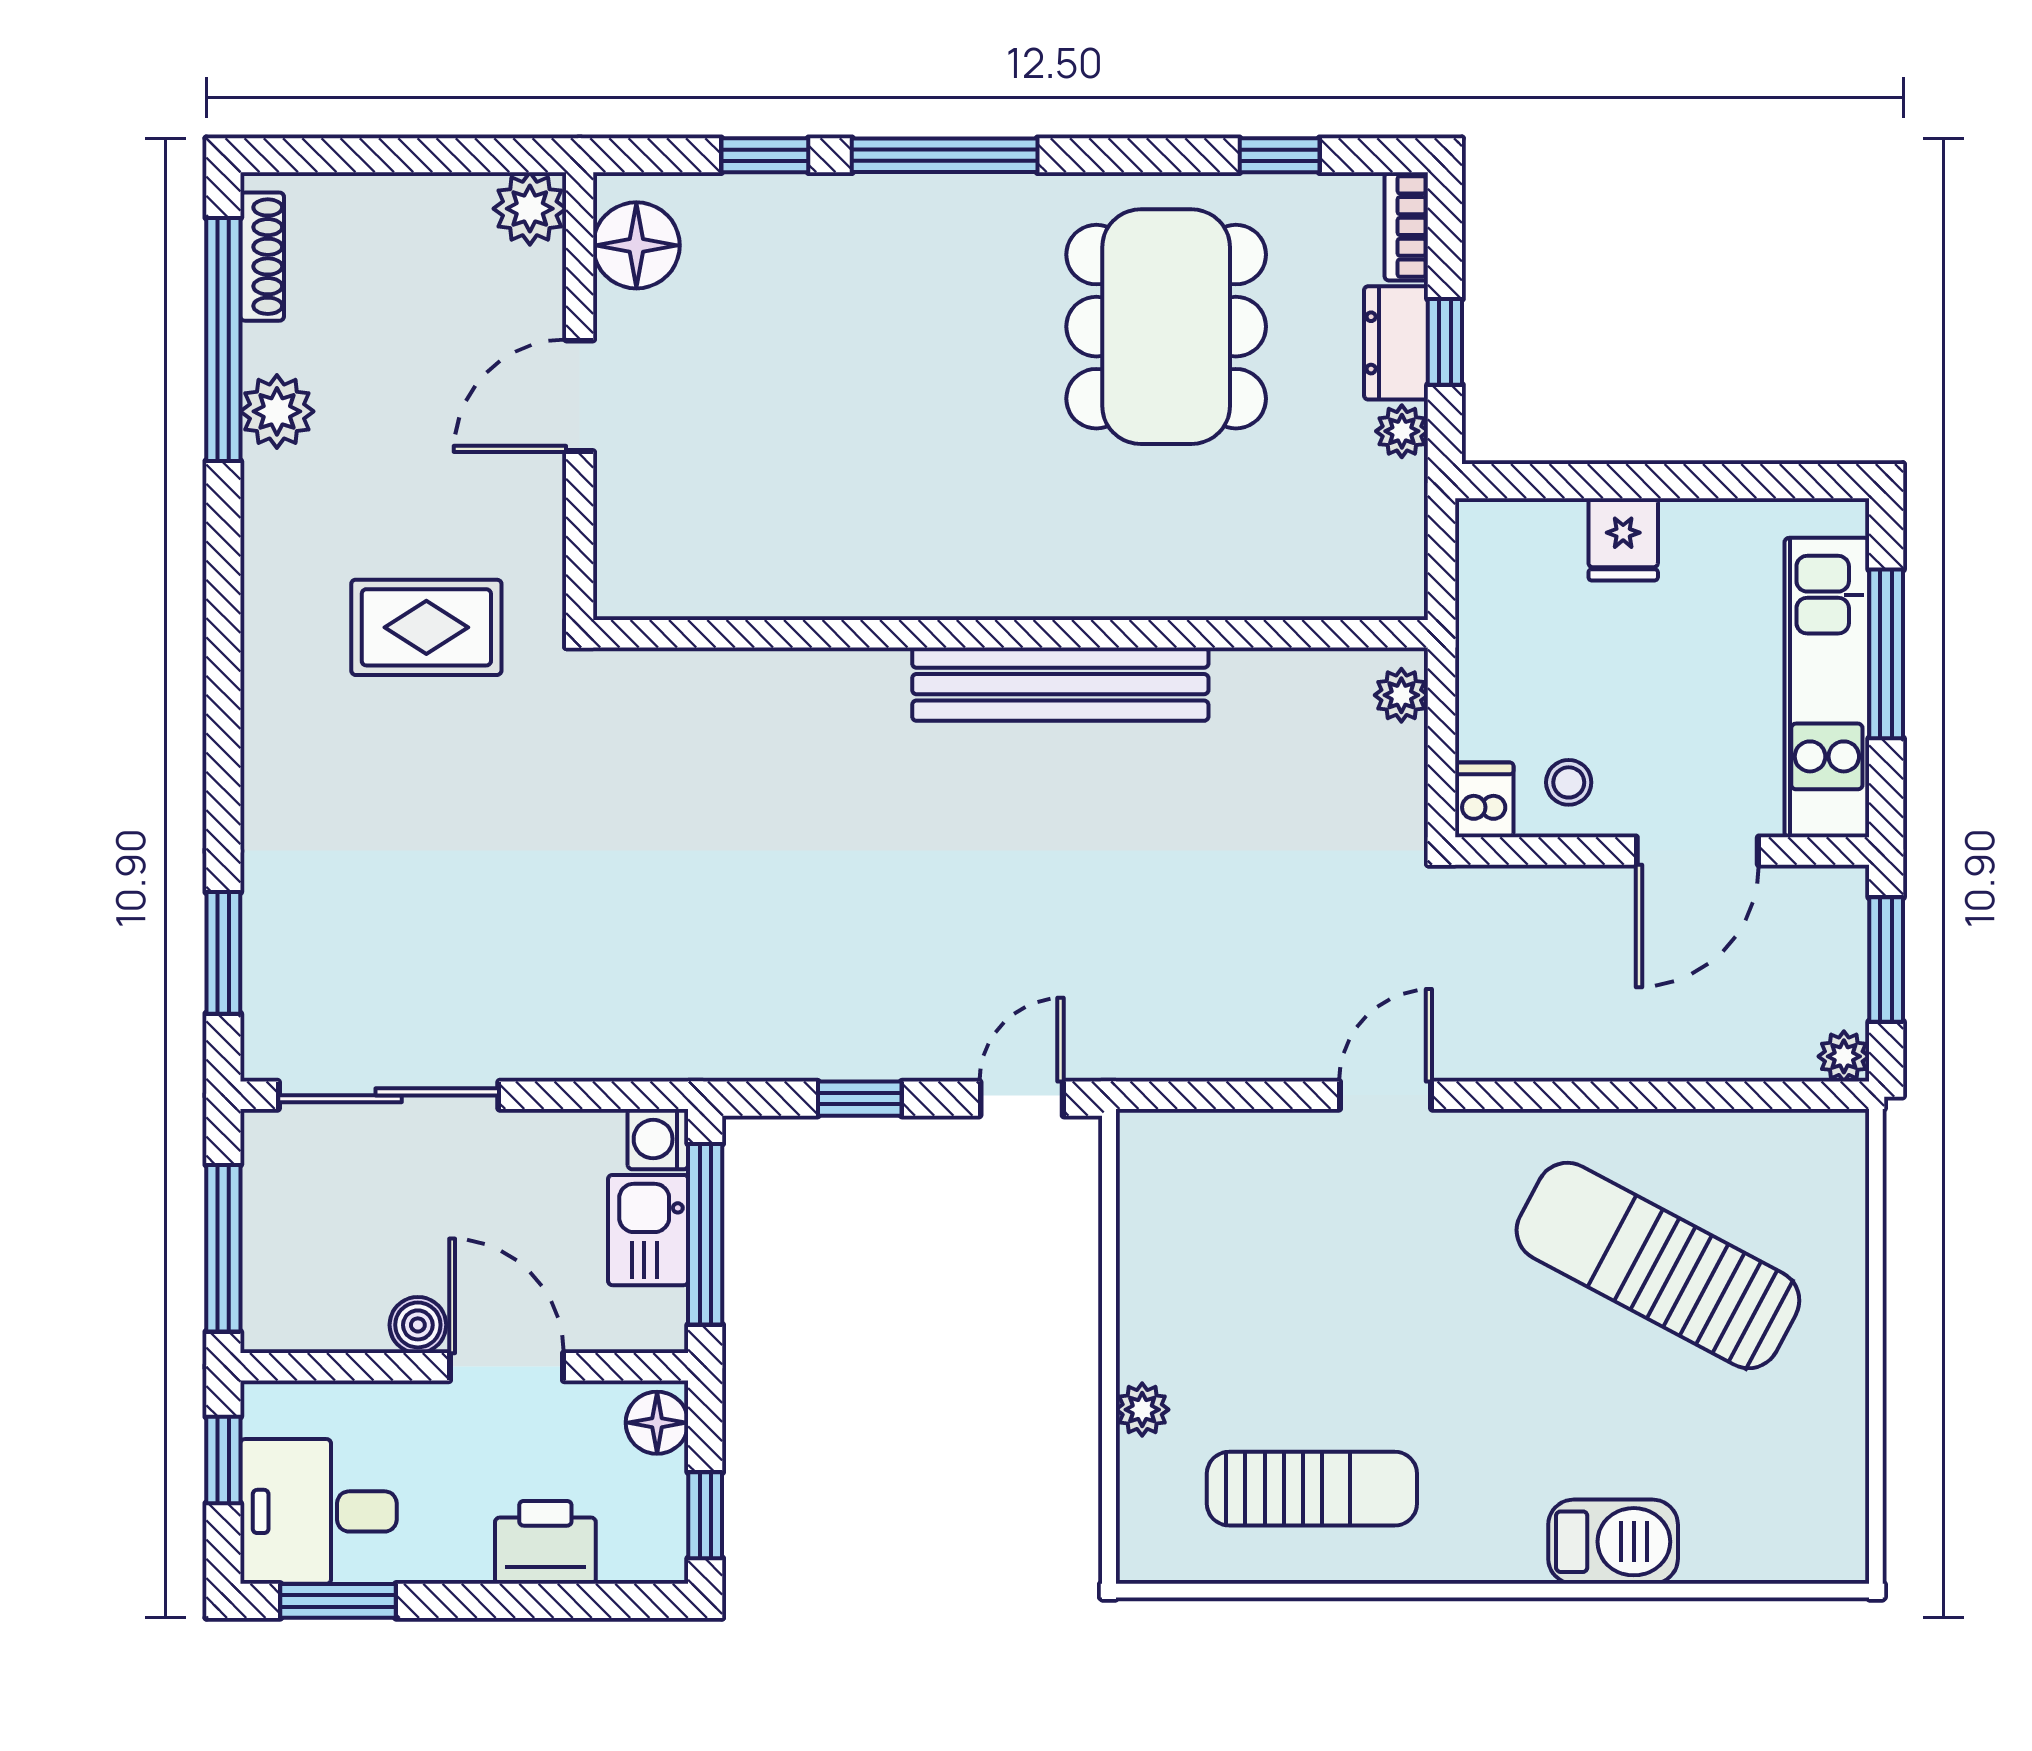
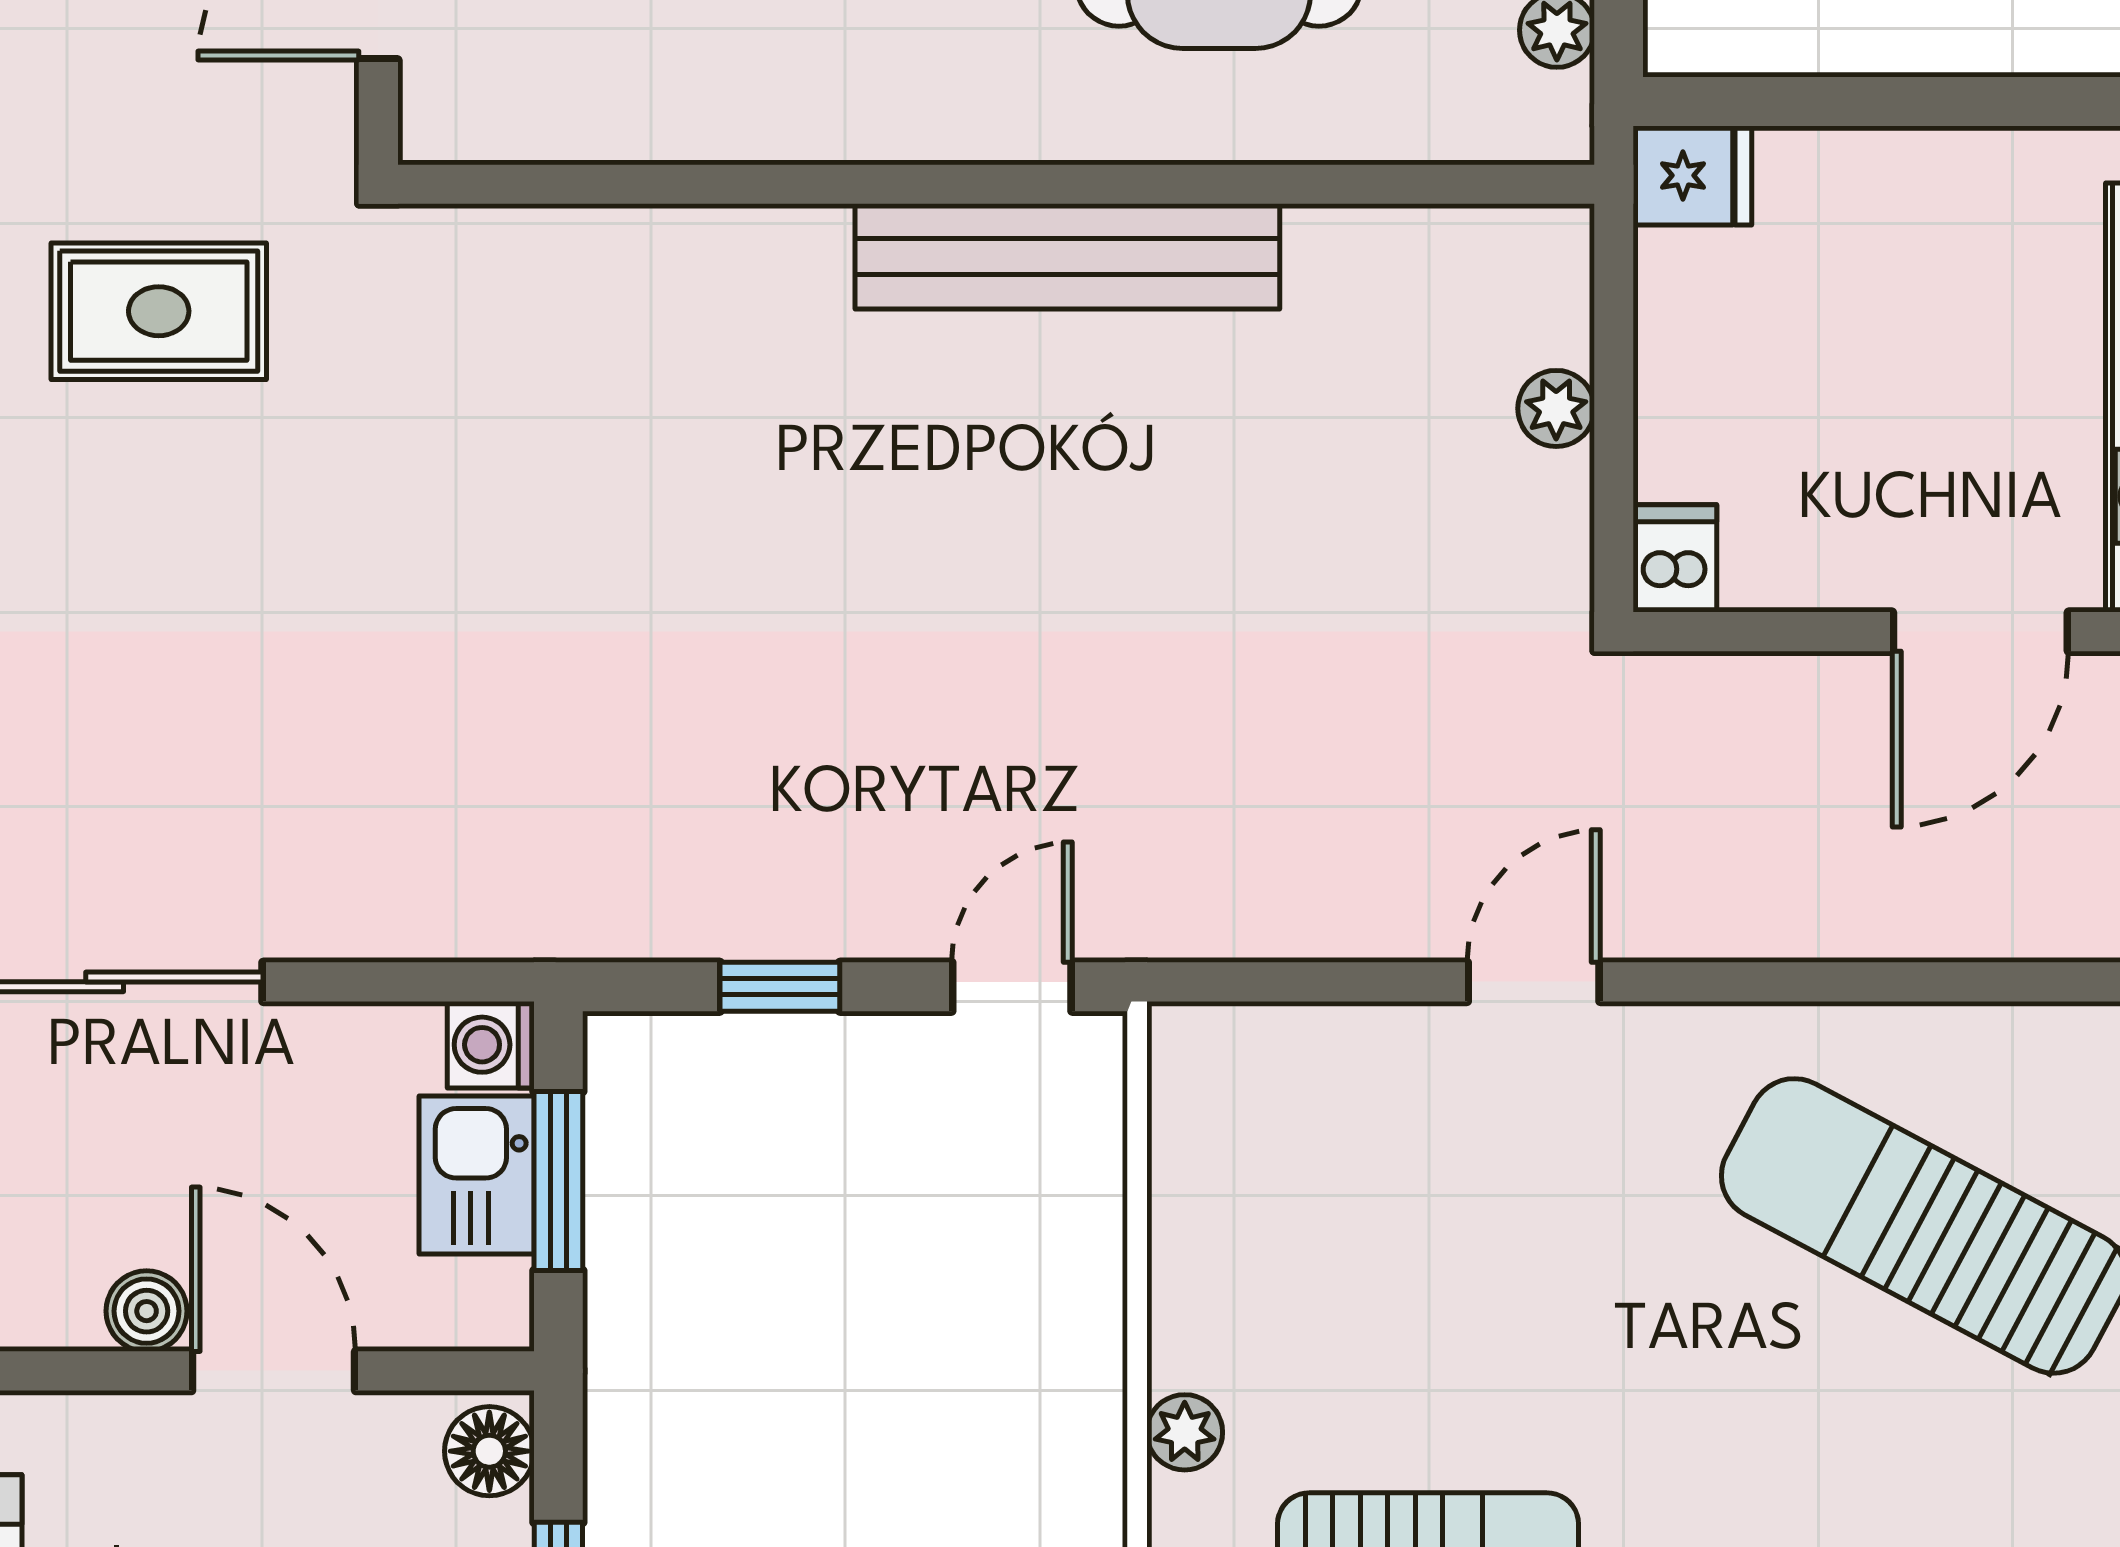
fridge: (1623, 539) -> (1692, 175), moved, turned -90
wall: (1011, 634) -> (996, 184), moved
bench: (1060, 684) -> (1067, 256), moved
stool: (1569, 782) -> (1796, 533), removed
window: (705, 1234) -> (558, 1181), width x0.69

